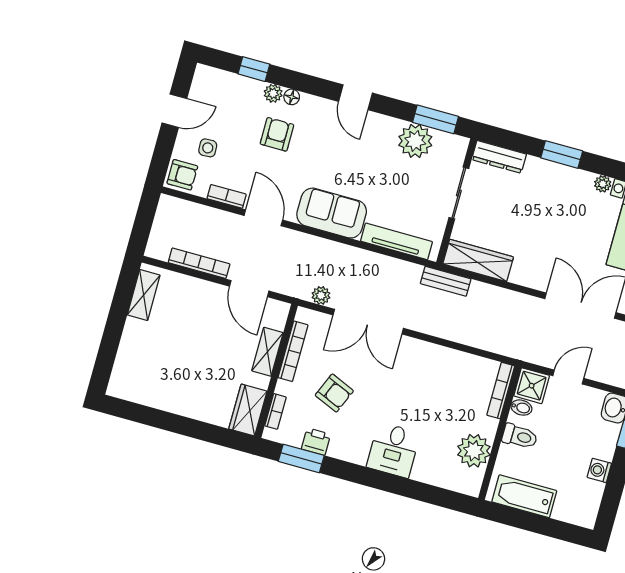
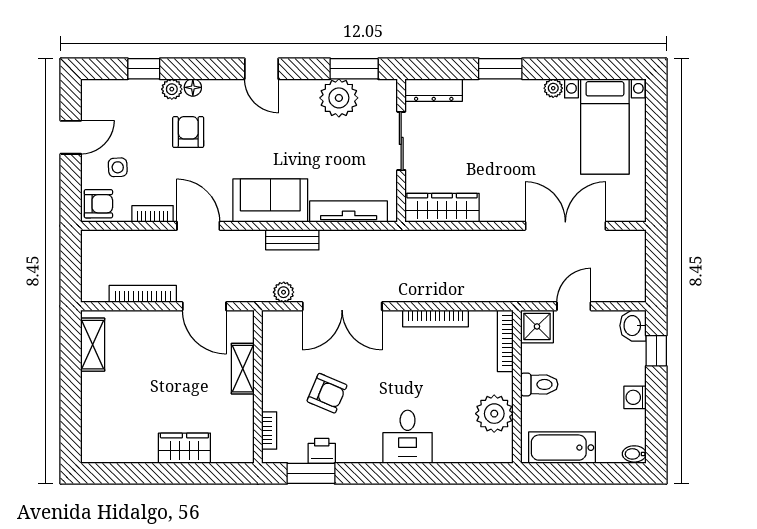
bench: (446, 281) -> (292, 240), moved
bookcase: (293, 351) -> (435, 318), moved, turned 90
bidet: (521, 408) -> (634, 454), moved, turned 180
wardrobe: (248, 410) -> (184, 448), moved, turned 90

